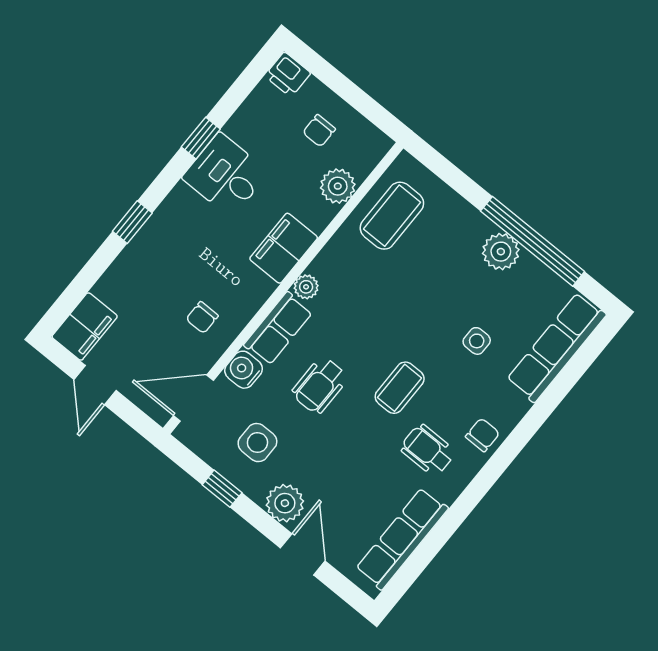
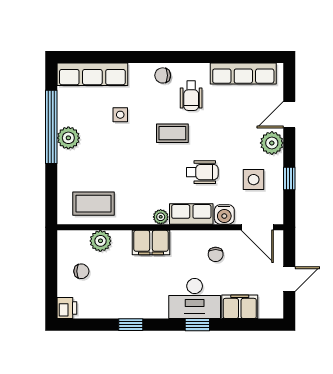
desk: (225, 175) -> (195, 299), moved, width x1.37
chair: (202, 317) -> (216, 254), turned 90
filing cabinet: (85, 327) -> (240, 307), moved

